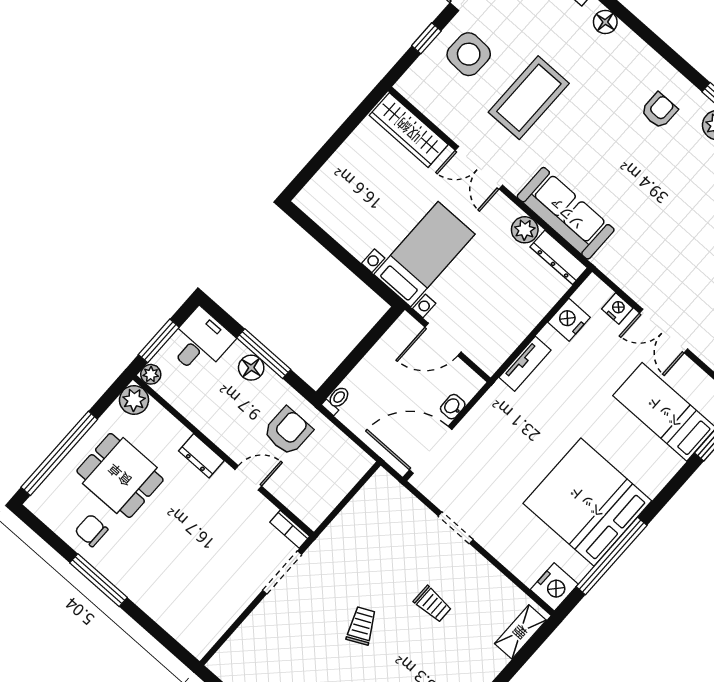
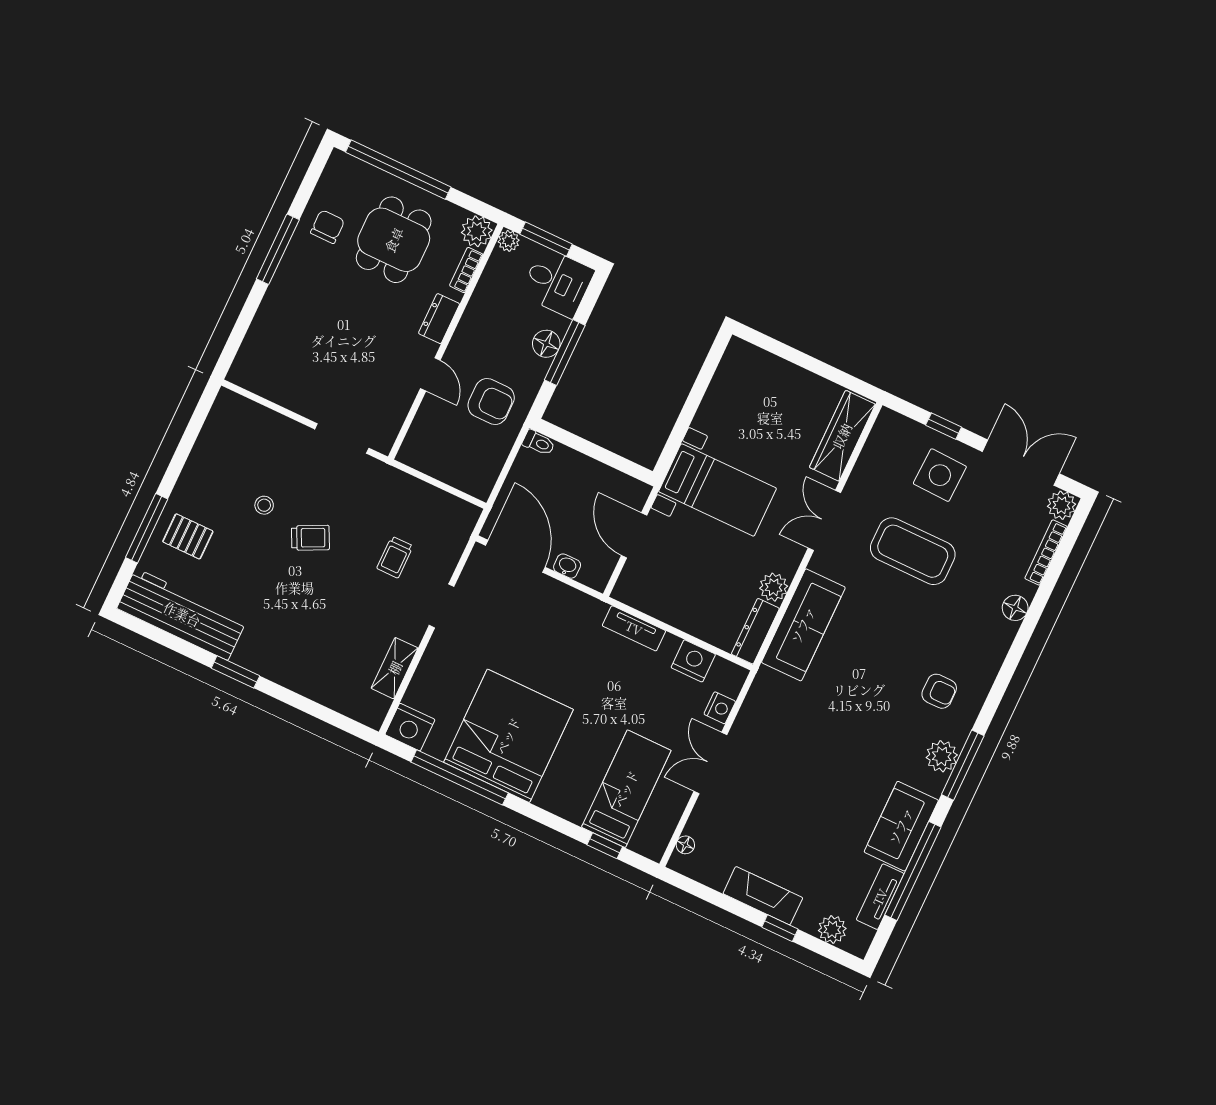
bookcase: (290, 529) -> (466, 270), moved
trolley: (433, 604) -> (395, 557), moved
shelving: (520, 632) -> (395, 668), moved, turned 90
stool: (321, 658) -> (264, 505), added

